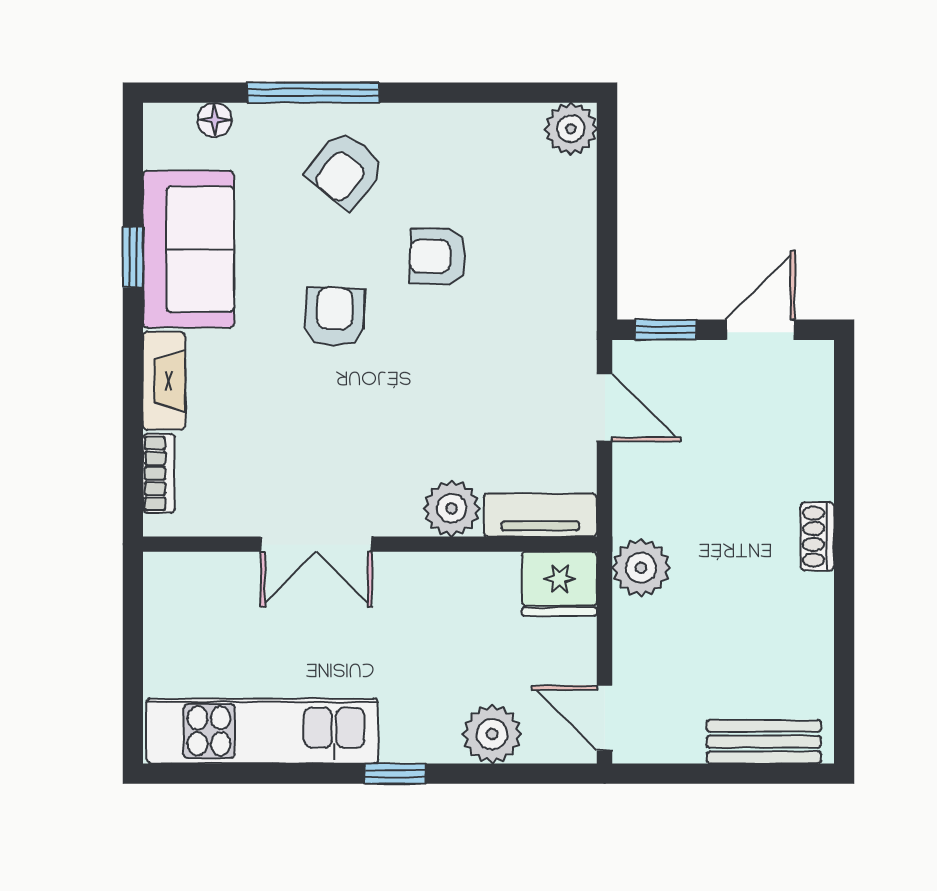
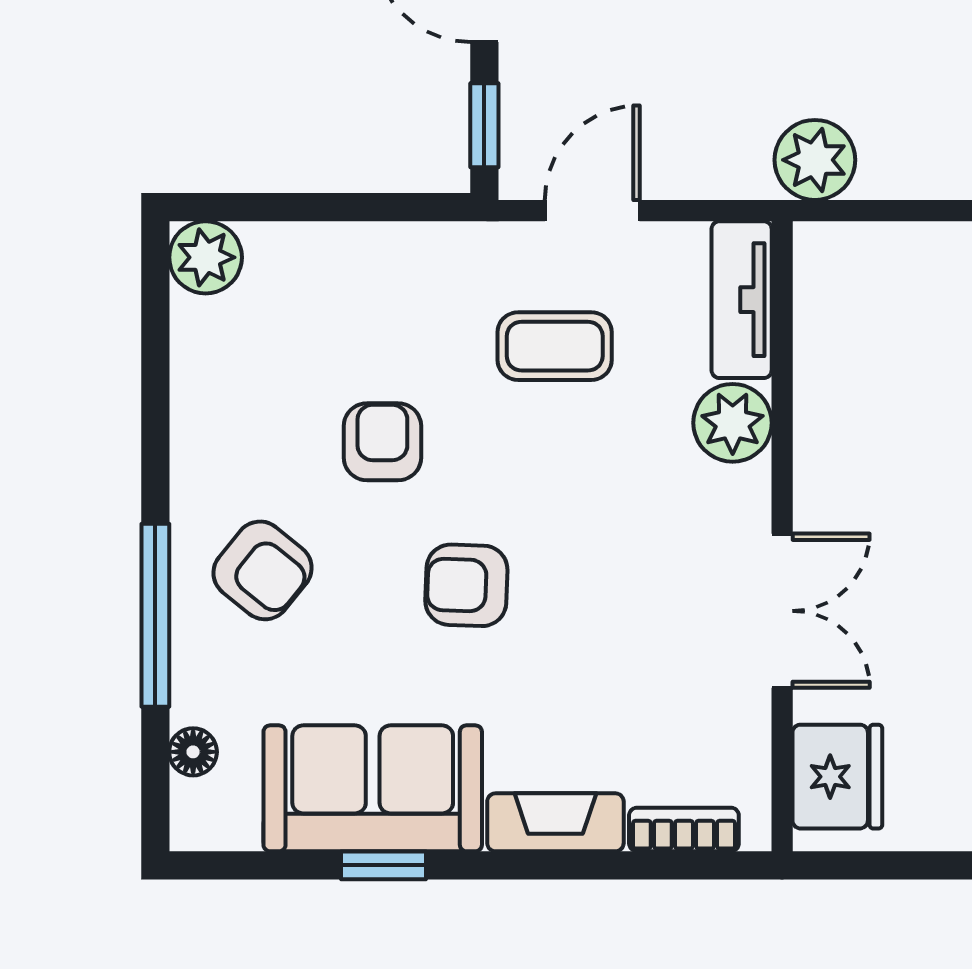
armchair: (438, 256) -> (382, 442), turned 180
coffee table: (507, 380) -> (555, 346), added
fridge: (559, 584) -> (837, 777), moved

